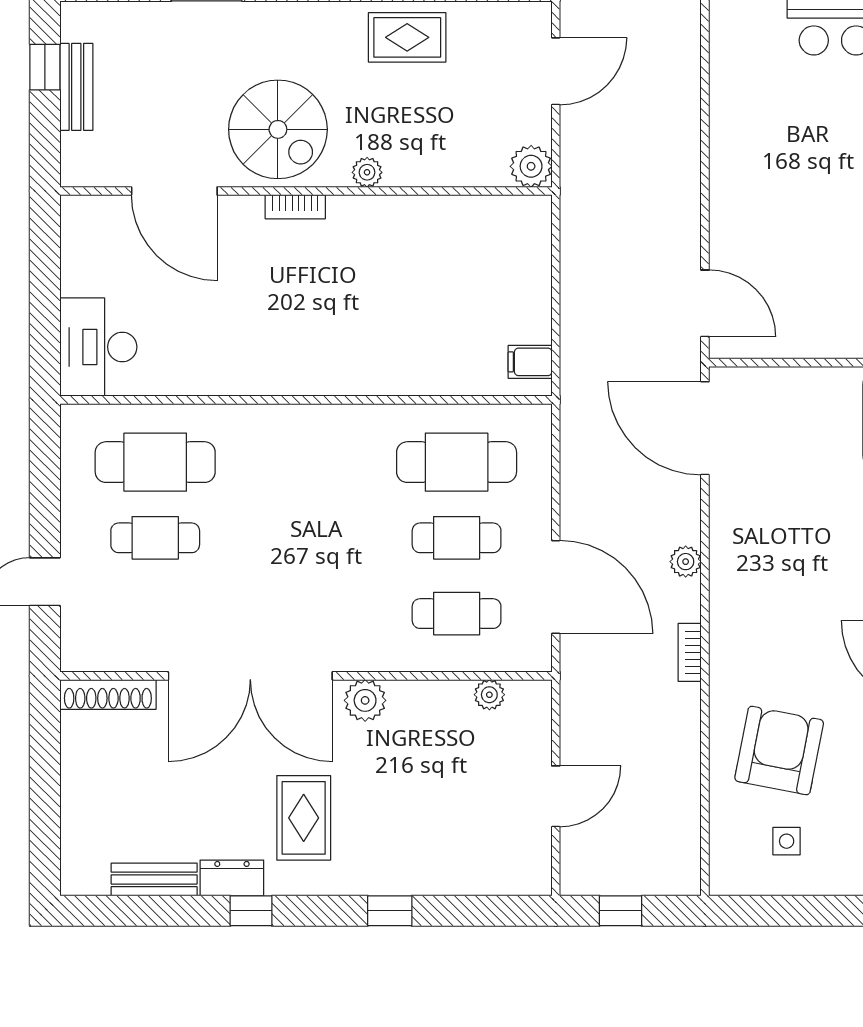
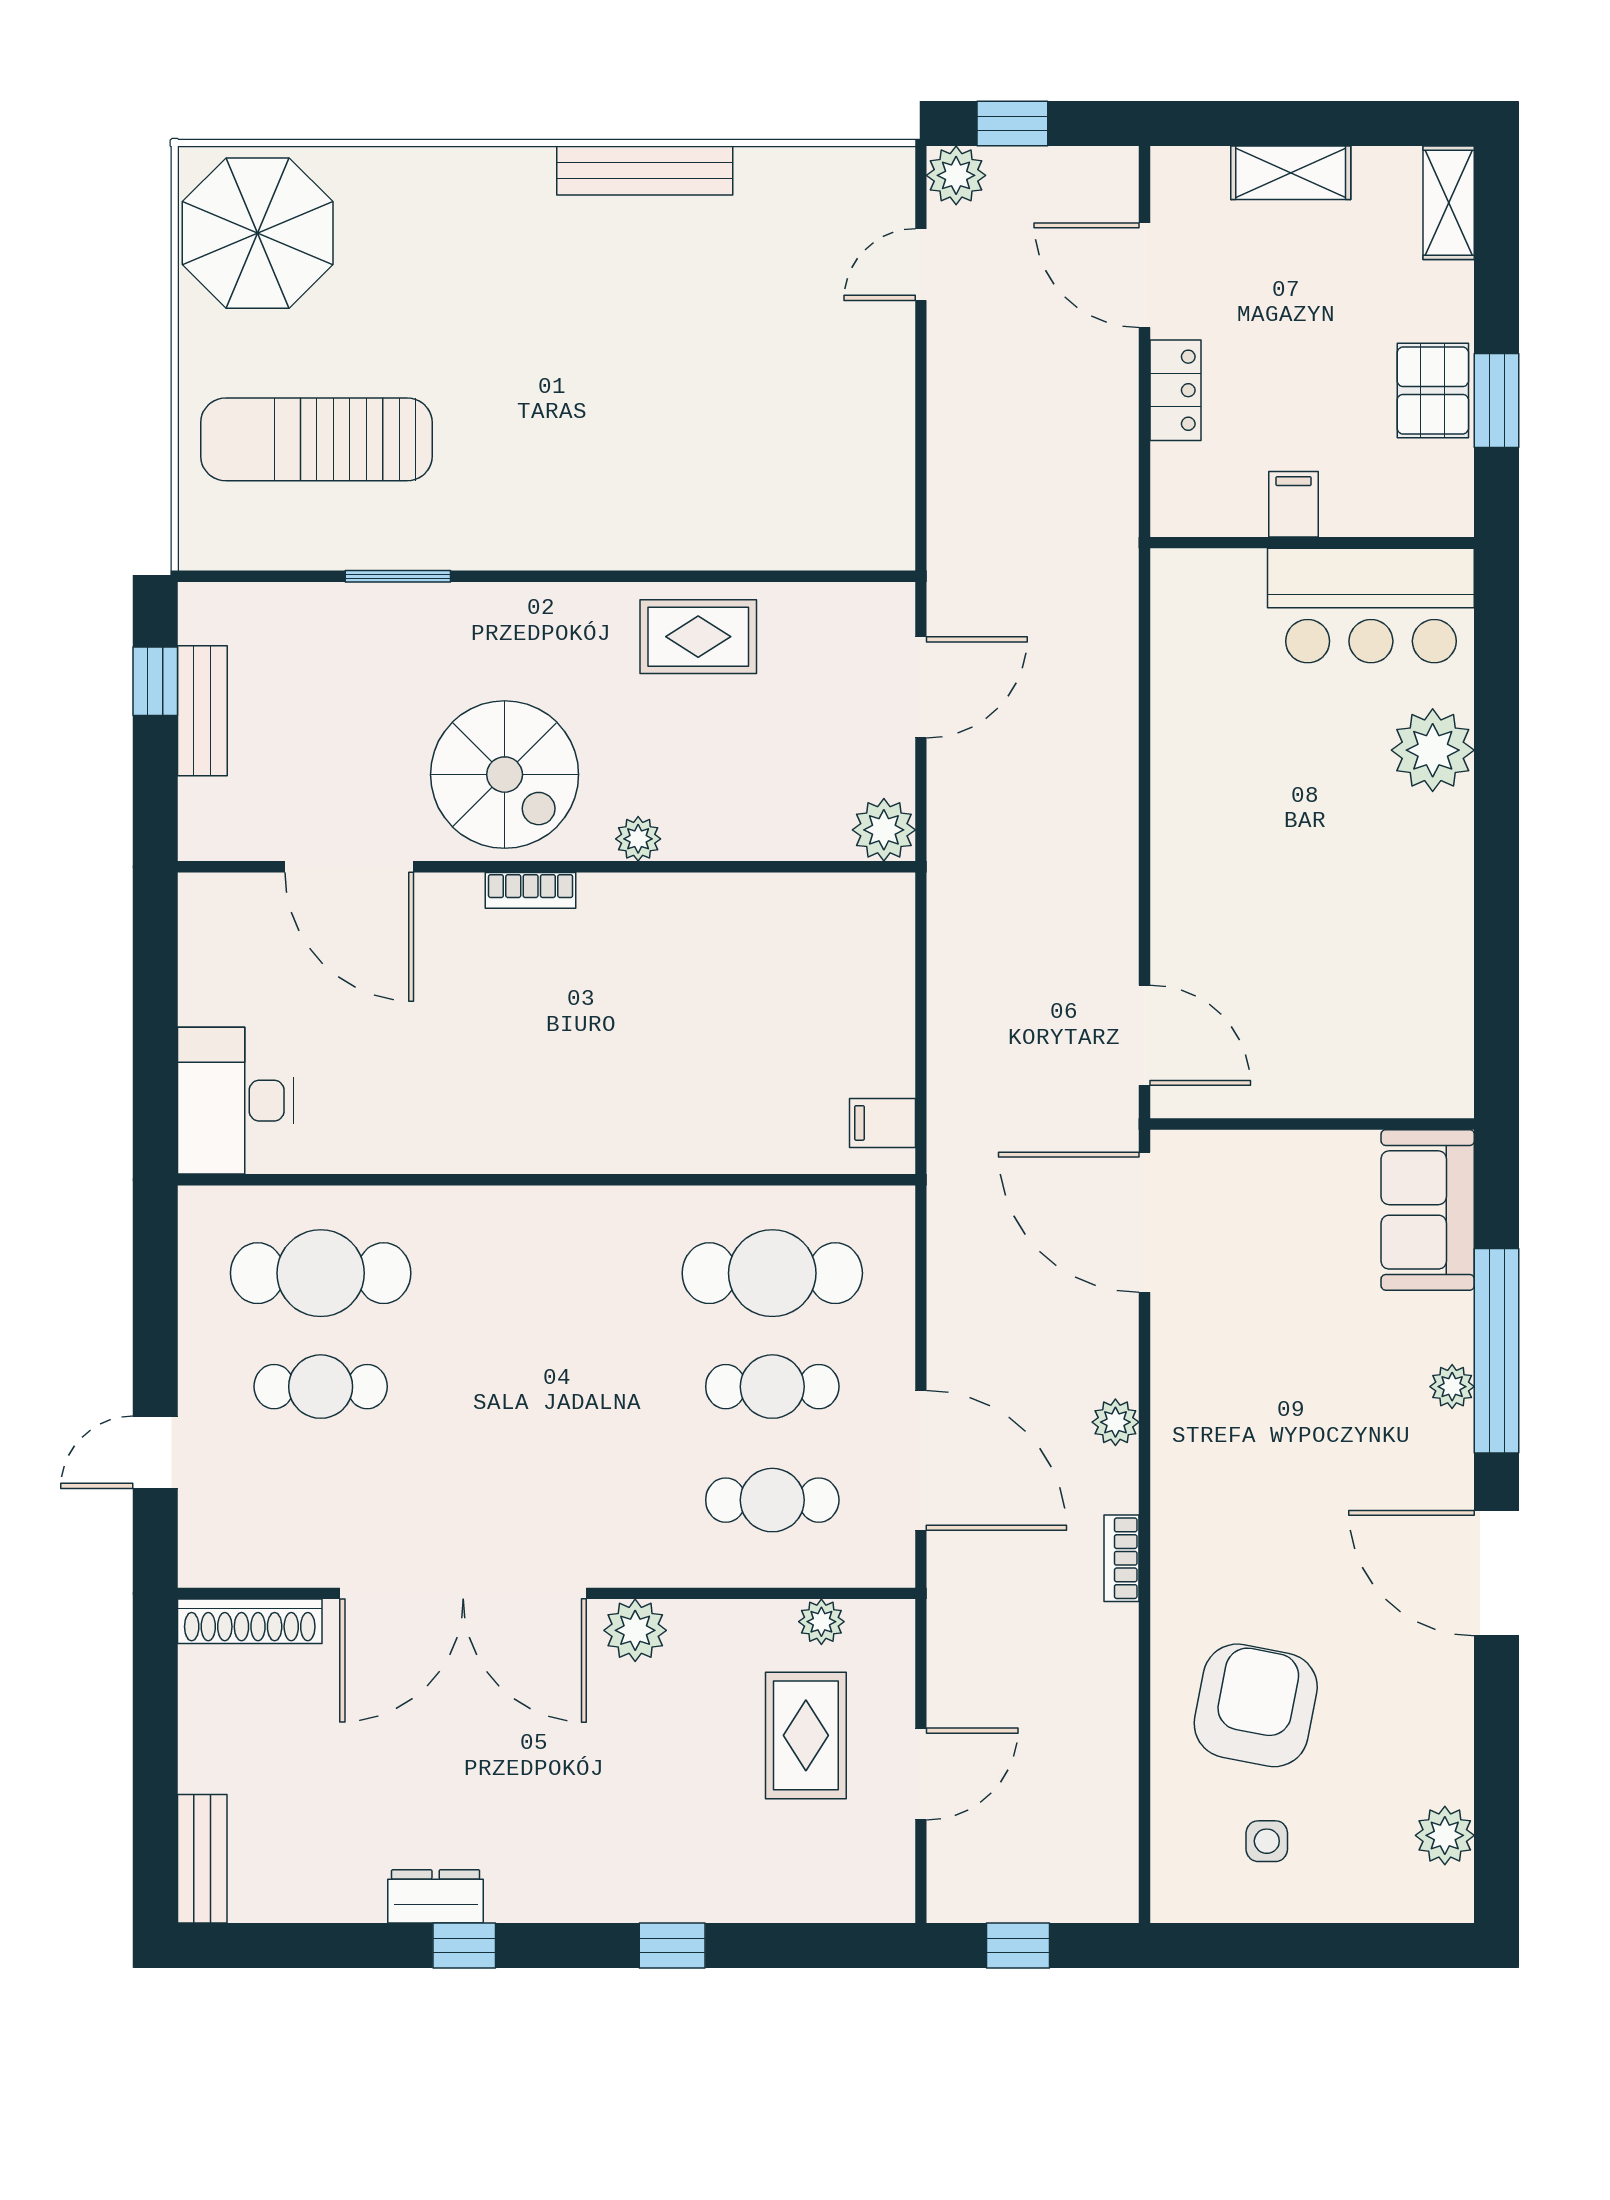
rug: (304, 818) -> (806, 1735), moved
bench: (154, 879) -> (202, 1859), moved, turned 90

